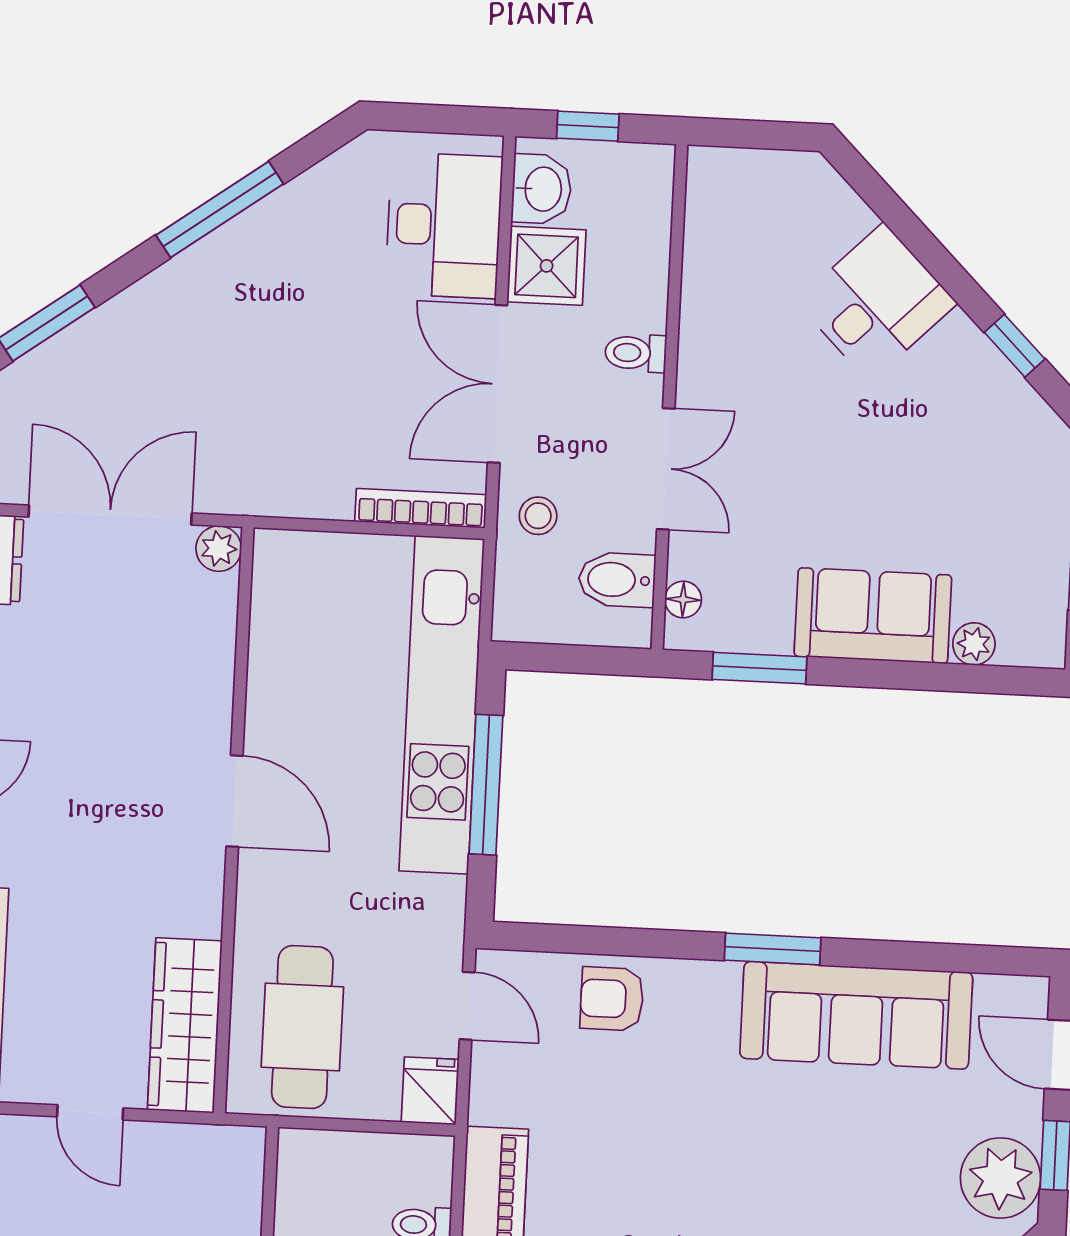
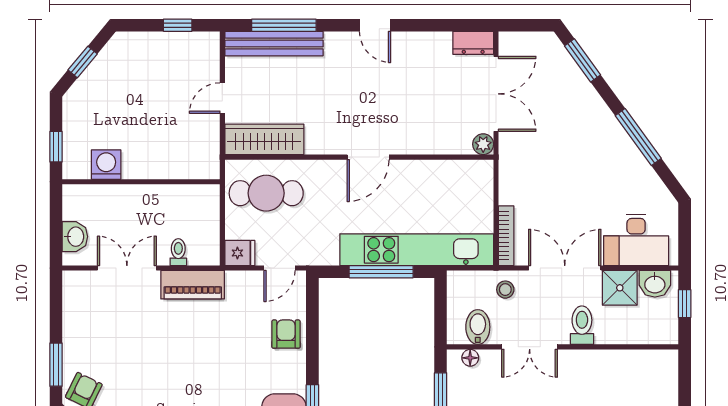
toilet: (636, 353) -> (582, 325), width x1.37, depth x1.39

